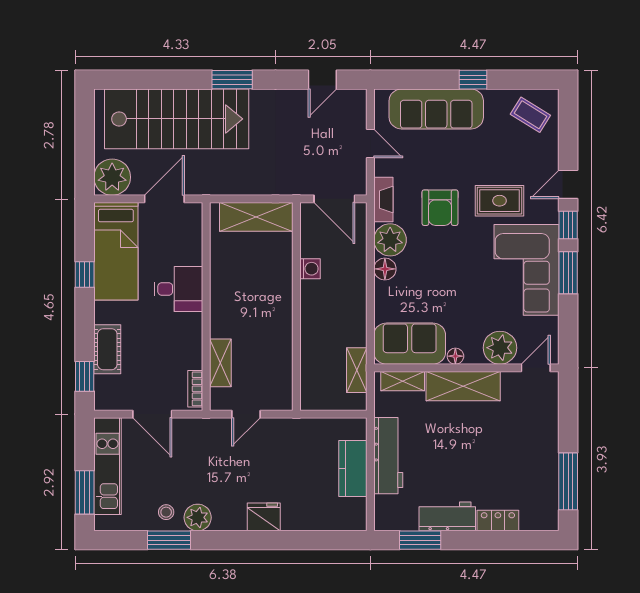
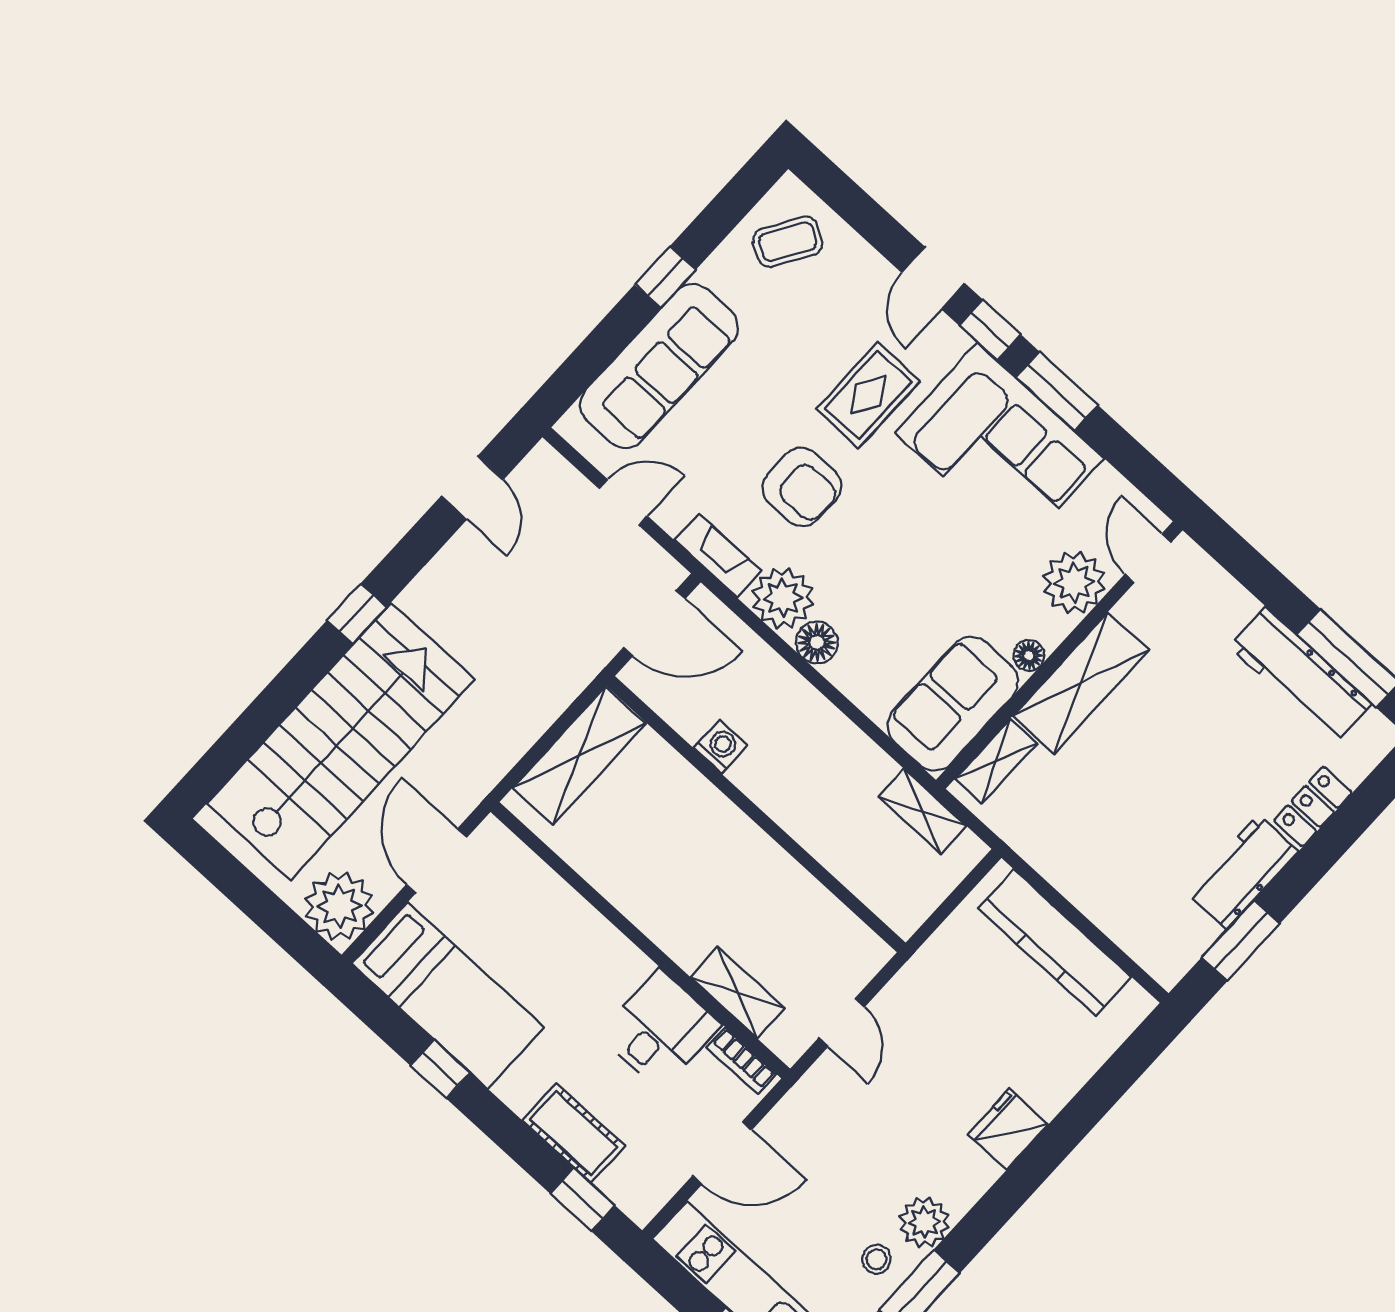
window: (232, 80) -> (357, 614), width x0.67
desk: (178, 289) -> (660, 1030), moved
workbench: (388, 456) -> (1300, 675), moved, turned 180
kitchen counter: (353, 468) -> (1055, 943), width x1.50

